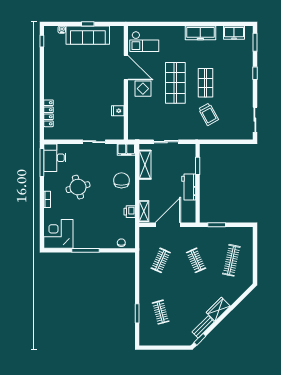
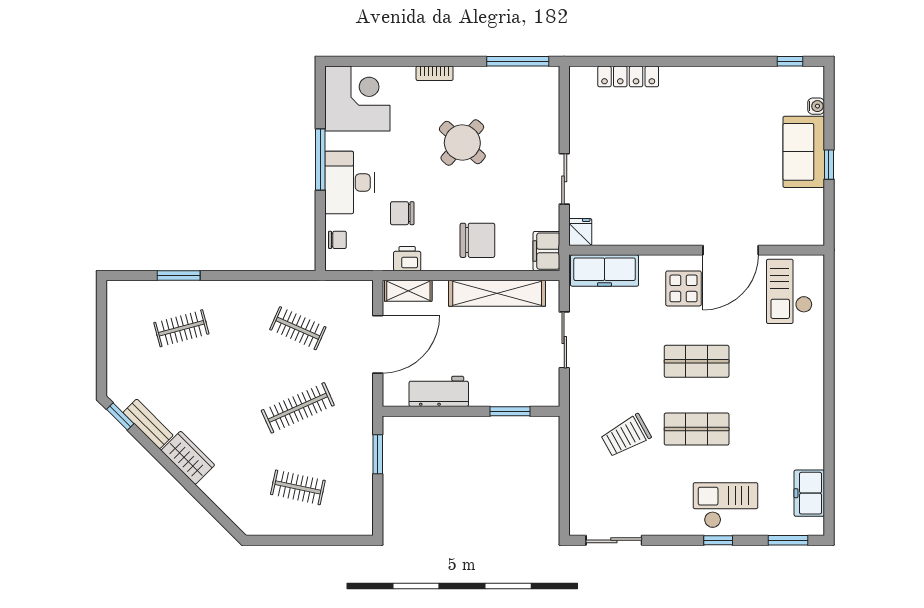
freezer: (200, 33) -> (605, 271), moved, turned -90
sofa: (88, 35) -> (804, 152), width x0.73
checkout: (239, 70) -> (726, 505), added
shop shelf: (175, 83) -> (697, 361), width x0.70, depth x0.74
fridge: (118, 111) -> (580, 232), moved
desk: (55, 158) -> (349, 182), moved, turned -90
shelving: (145, 165) -> (497, 293), width x1.47
round table: (78, 187) -> (462, 143), turned -33
workbench: (189, 187) -> (439, 391), moved
chair: (109, 214) -> (402, 213), added
door: (168, 225) -> (378, 344), hinge flipped
clothes rail: (196, 260) -> (298, 408), width x1.36
clothes rail: (231, 260) -> (298, 487), width x0.73

